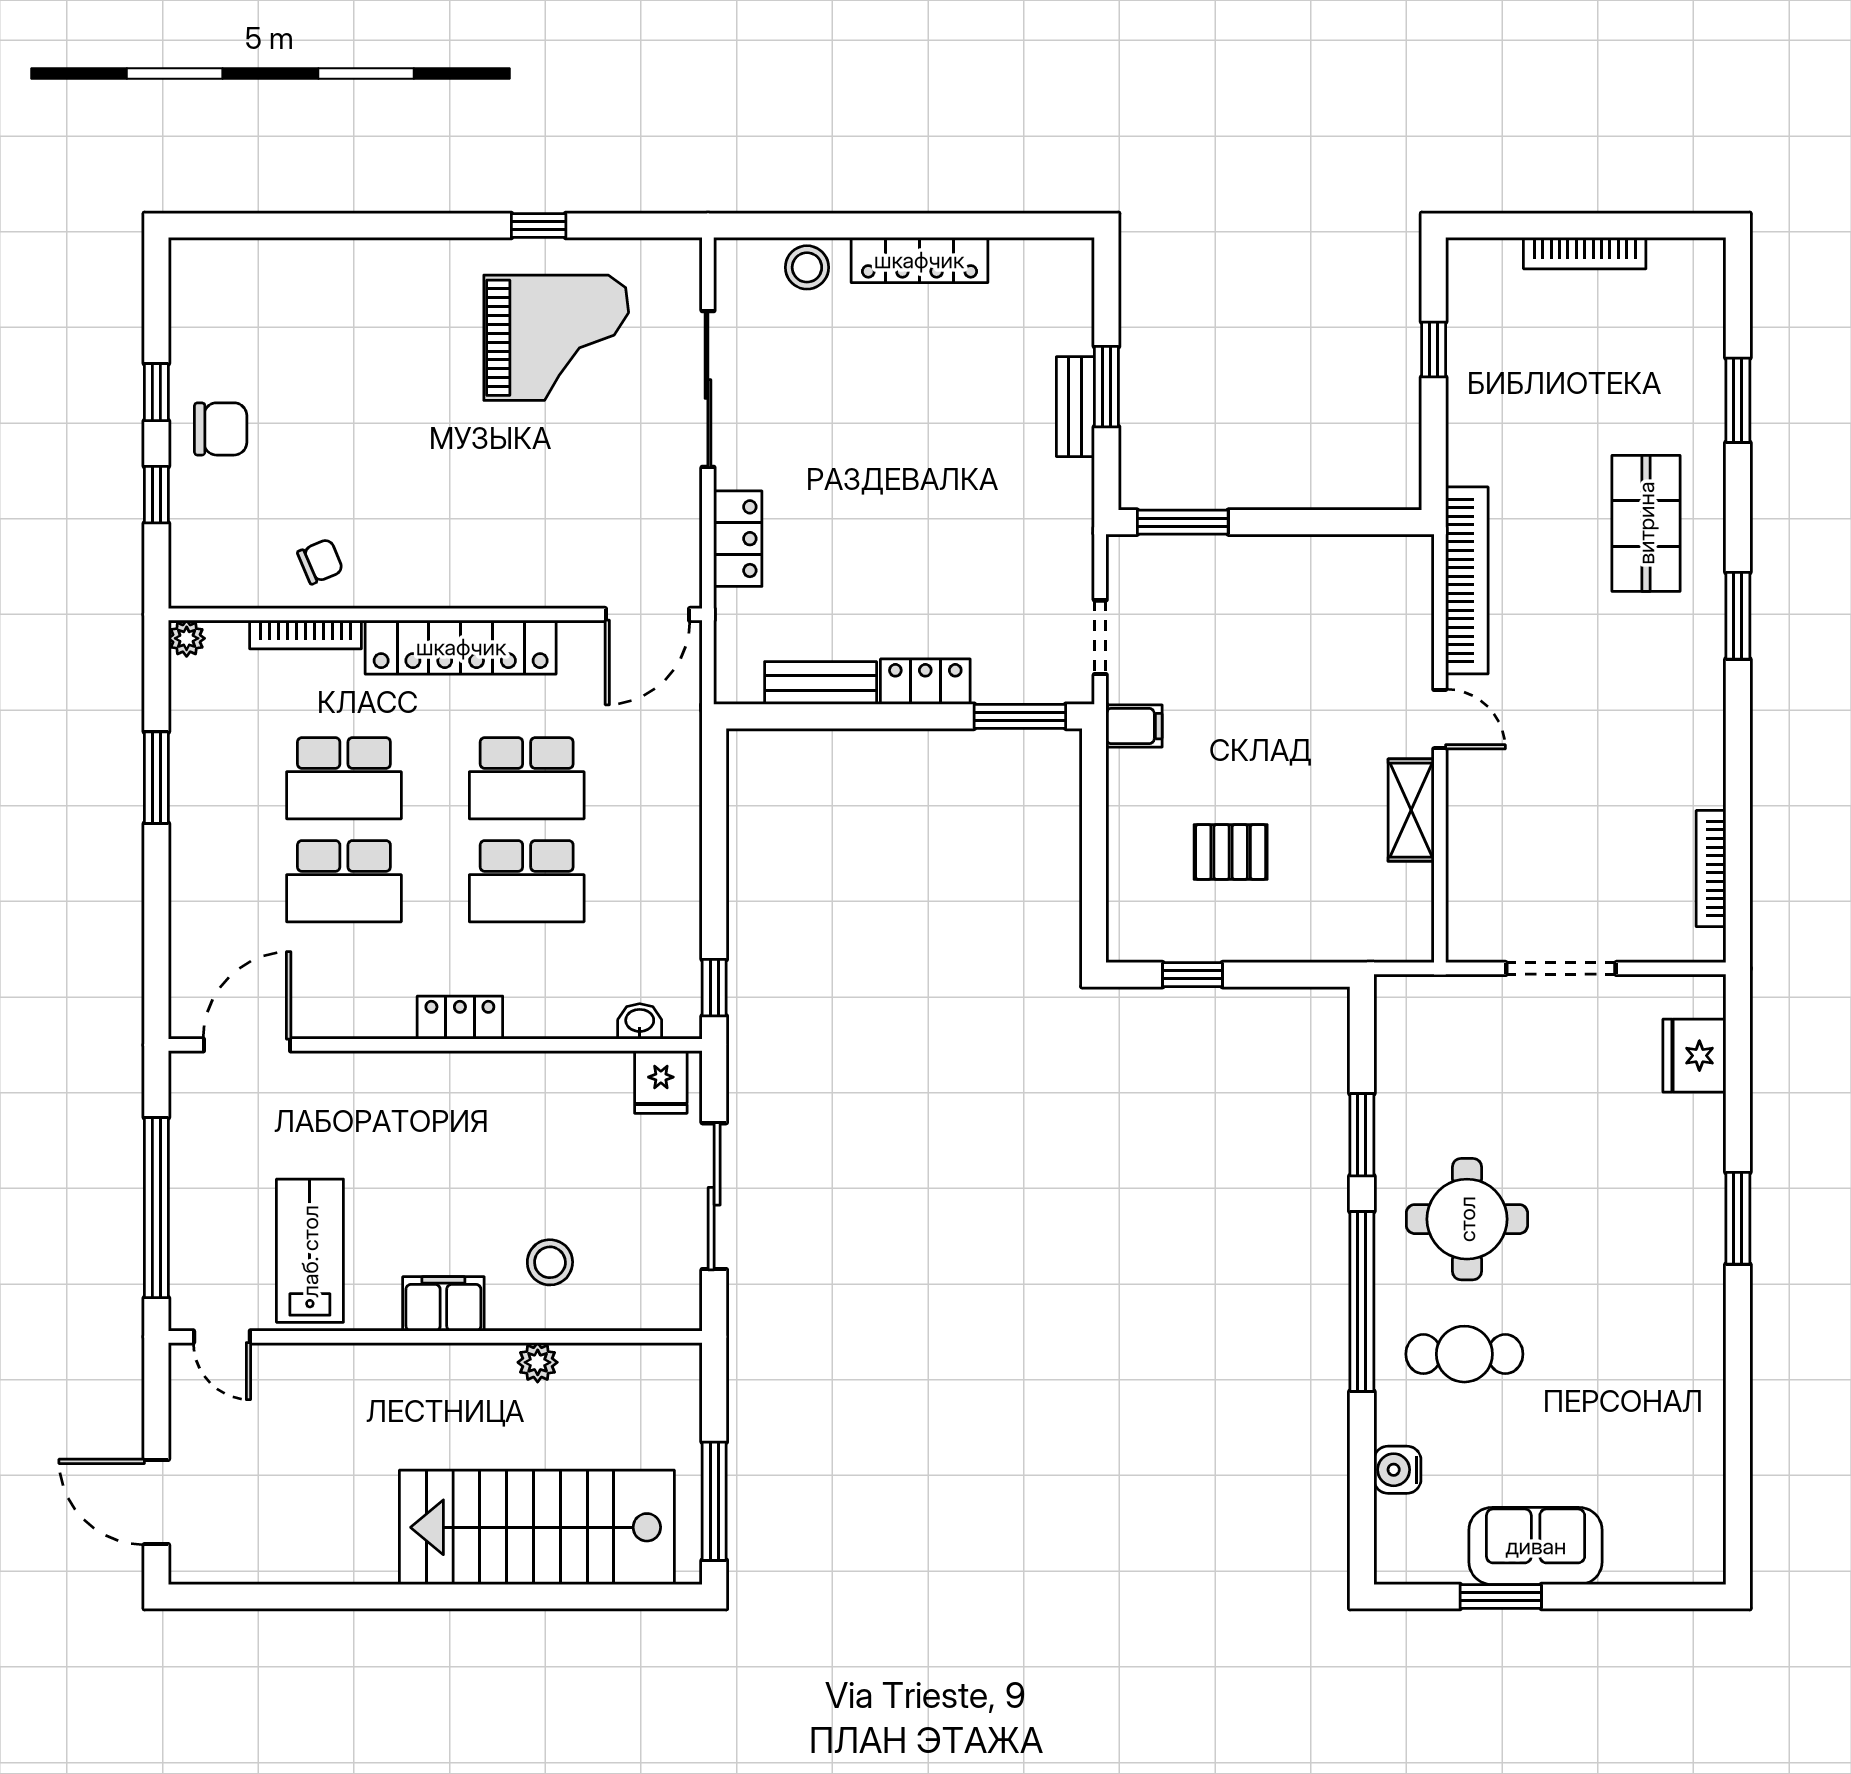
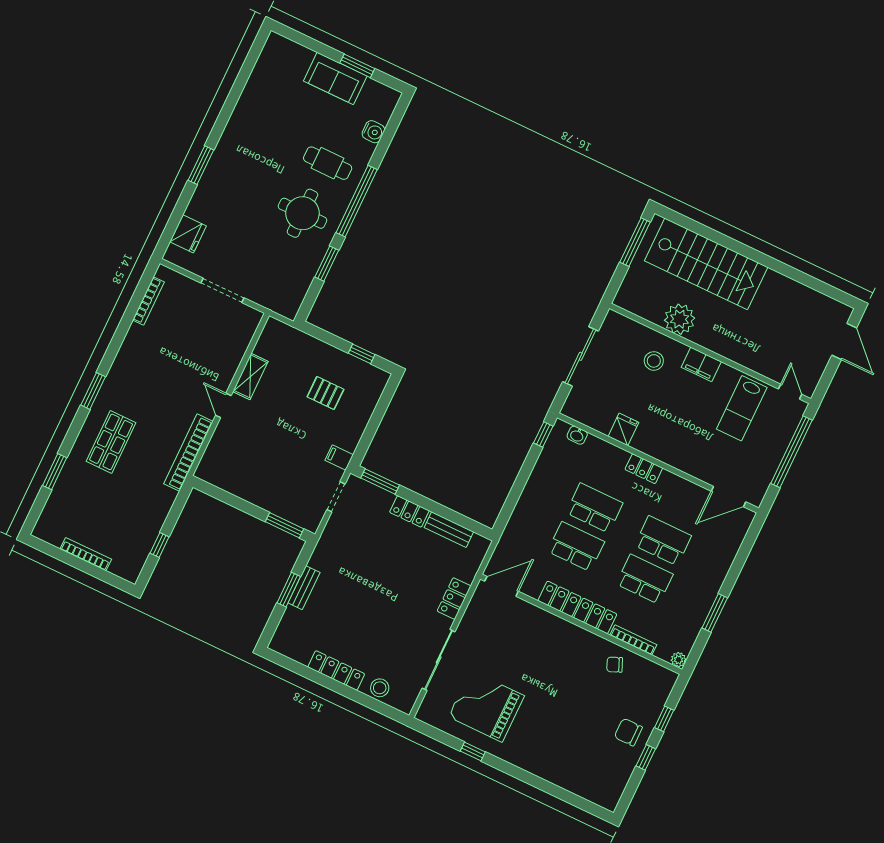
fridge: (661, 1082) -> (623, 429), moved
plant: (538, 1362) -> (679, 319), width x1.88, depth x1.88

